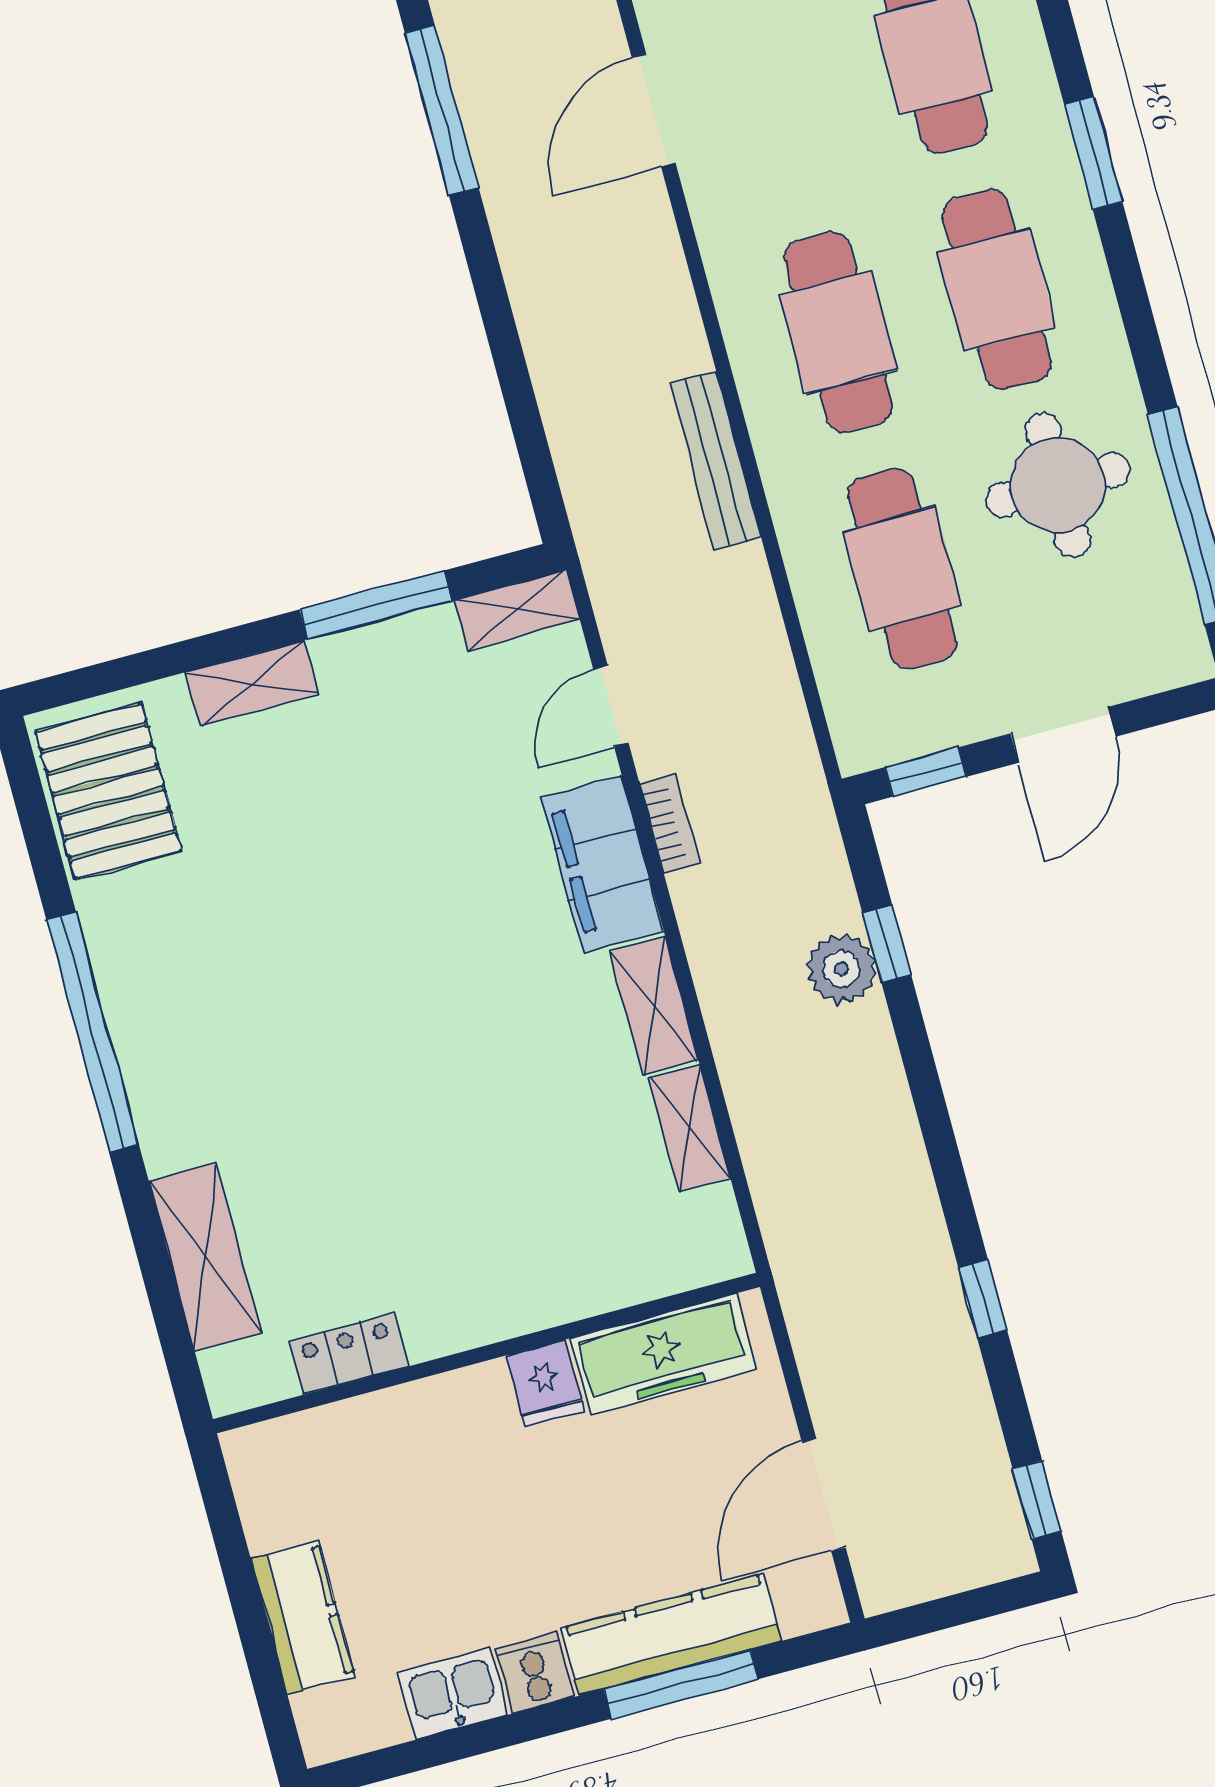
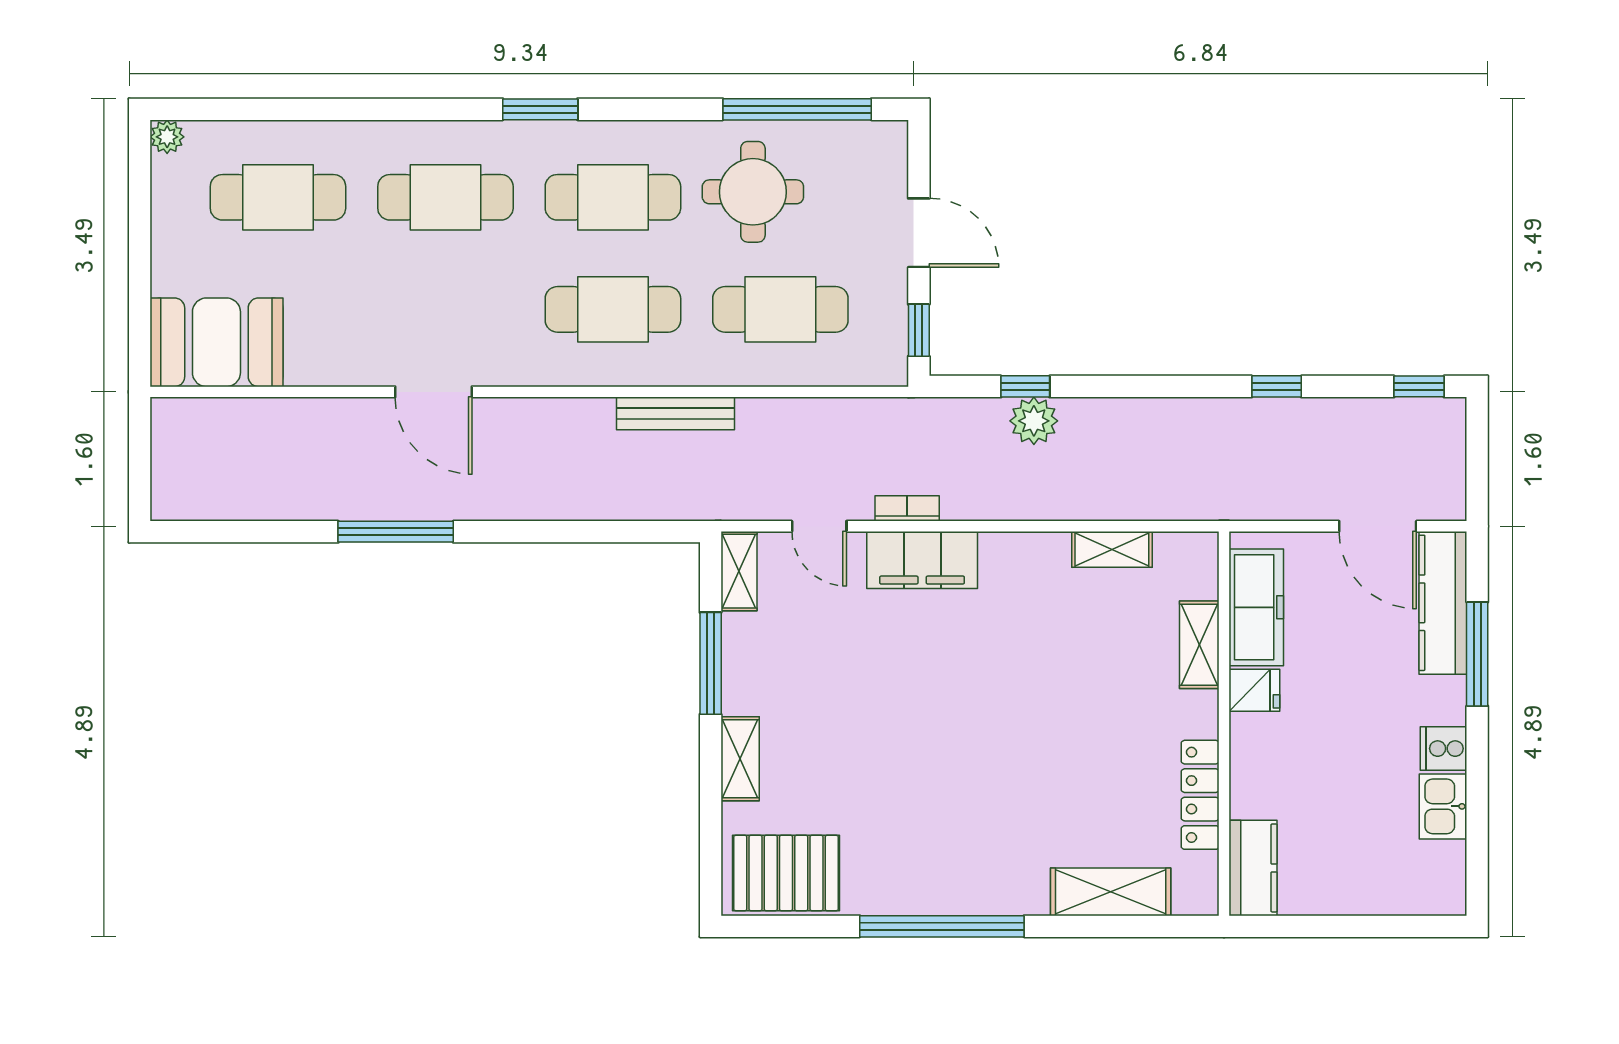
shelving: (654, 1006) -> (1199, 645), moved, turned 90
locker: (349, 1354) -> (1200, 795), width x1.53
kitchen counter: (303, 1618) -> (1253, 868), moved, turned 90
kitchen counter: (671, 1635) -> (1443, 603), moved

